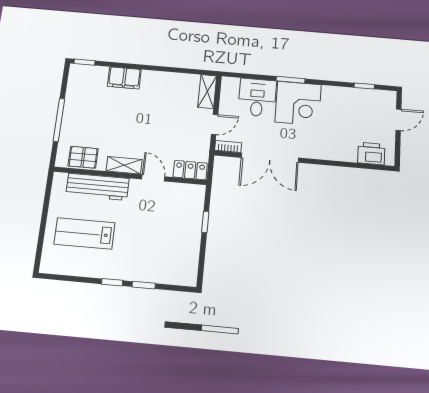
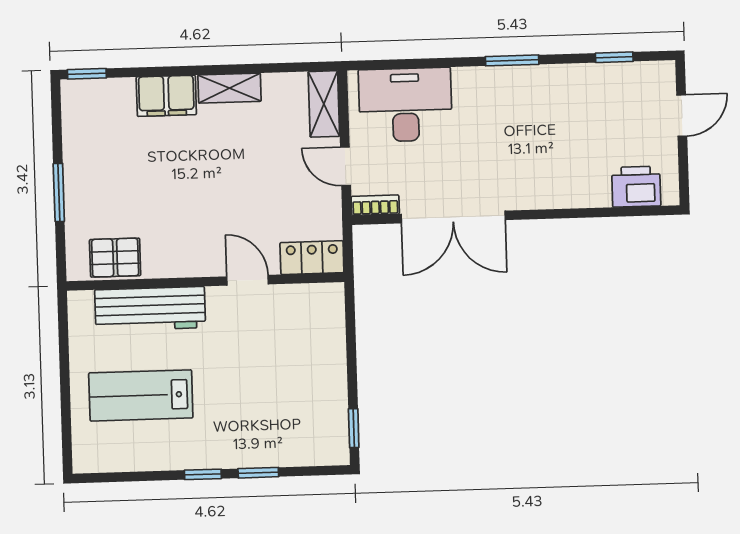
window: (291, 80) -> (512, 60), moved
desk: (257, 98) -> (405, 105), width x1.37
corner desk: (298, 103) -> (495, 106), removed
window: (59, 120) -> (59, 192), width x0.69
door: (215, 125) -> (345, 166), swing flipped
shelving: (124, 165) -> (230, 88), moved
window: (205, 222) -> (354, 428), moved

